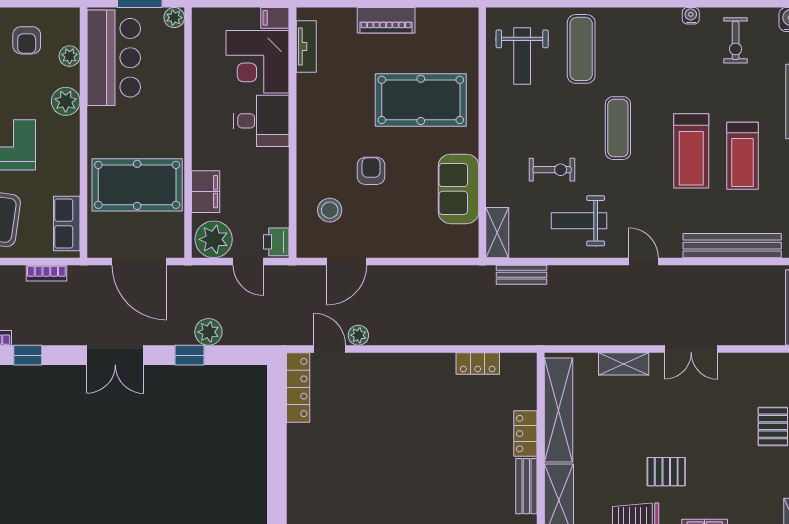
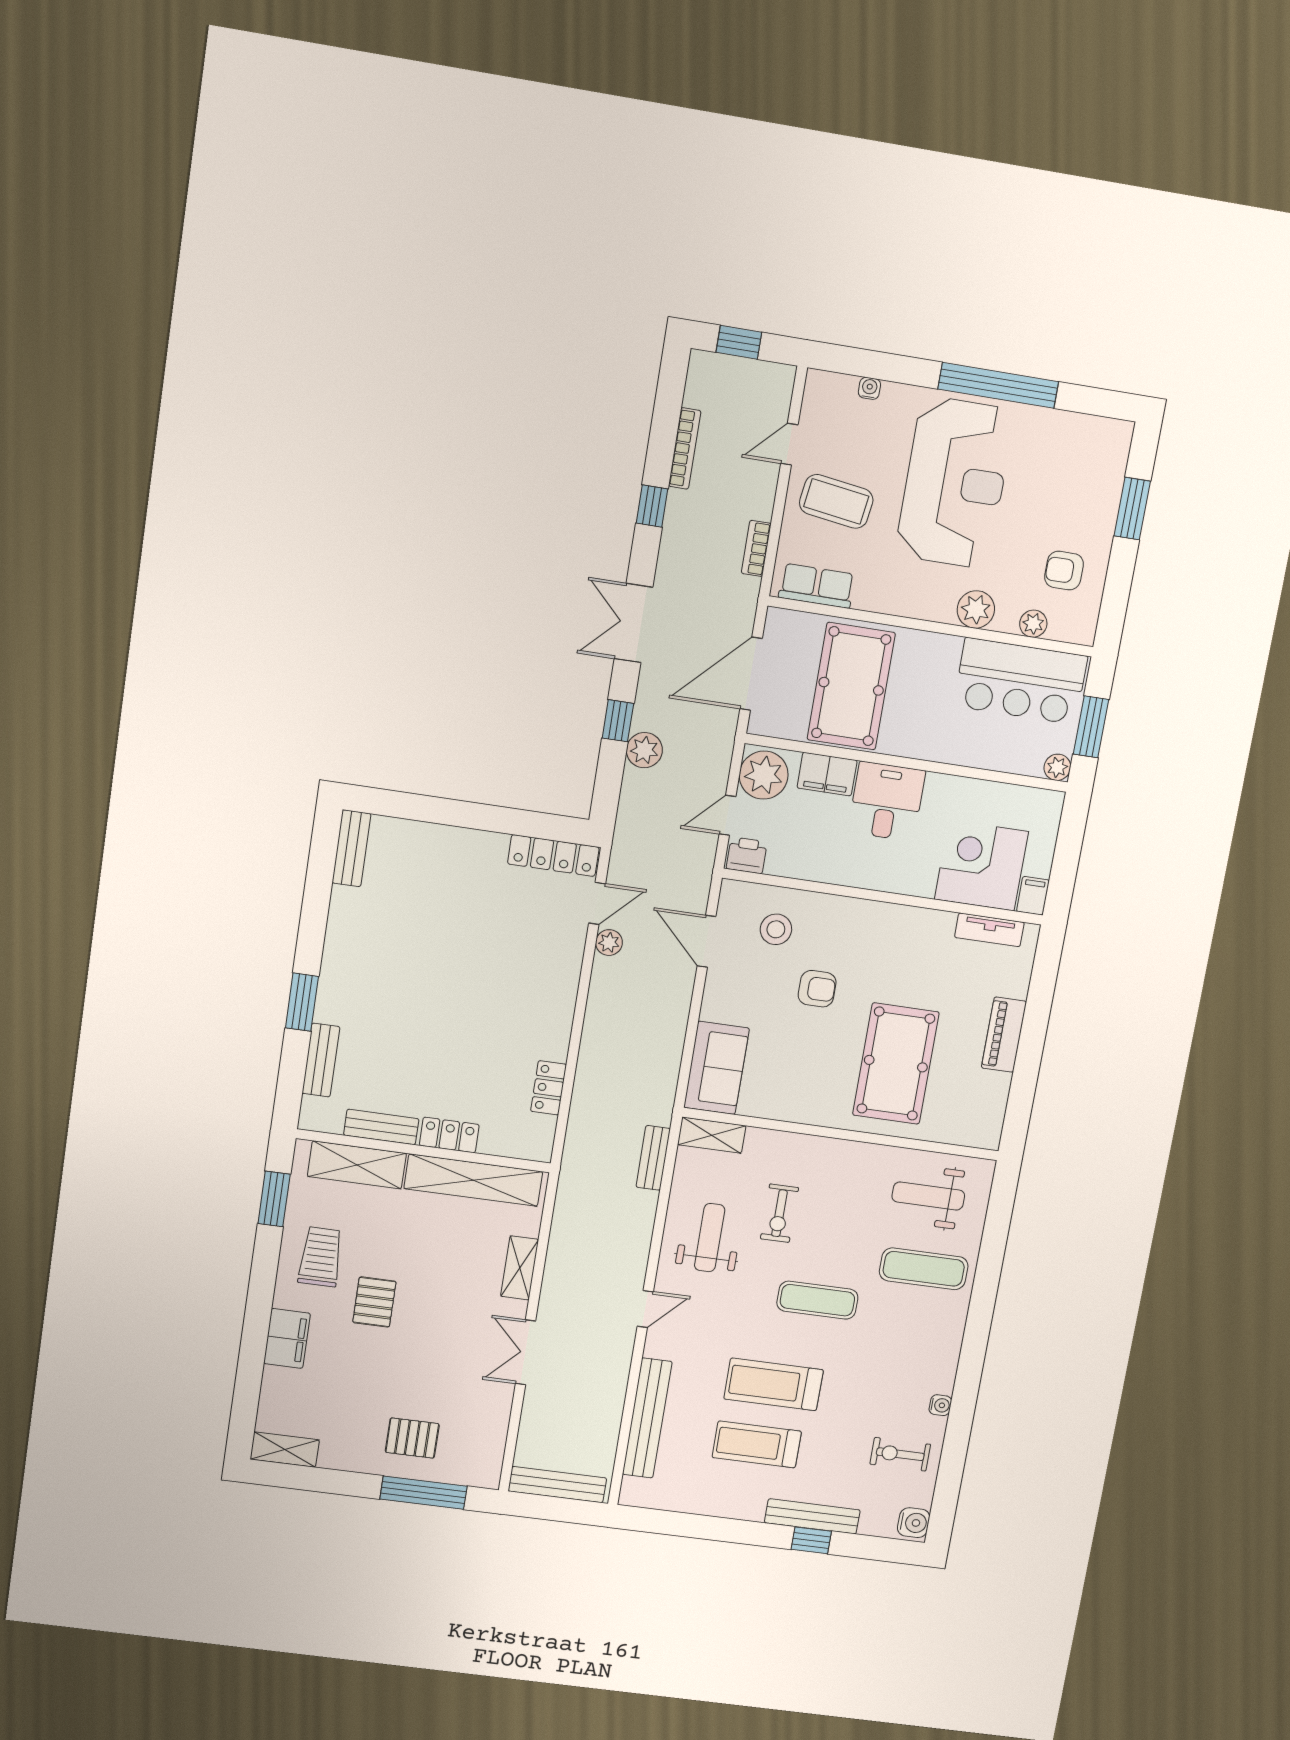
desk: (261, 121) -> (887, 801), moved, turned 180
sofa: (459, 189) -> (716, 1068), moved, turned 90

